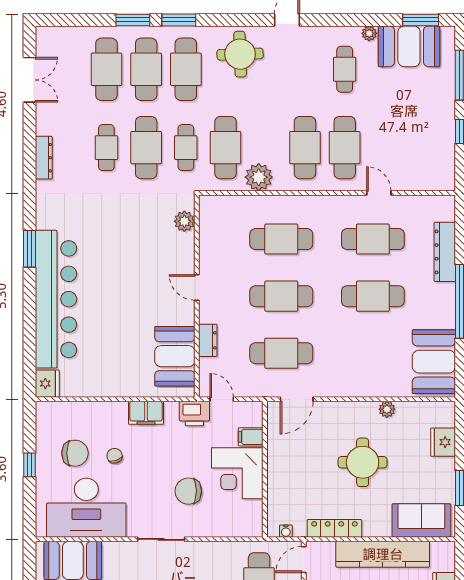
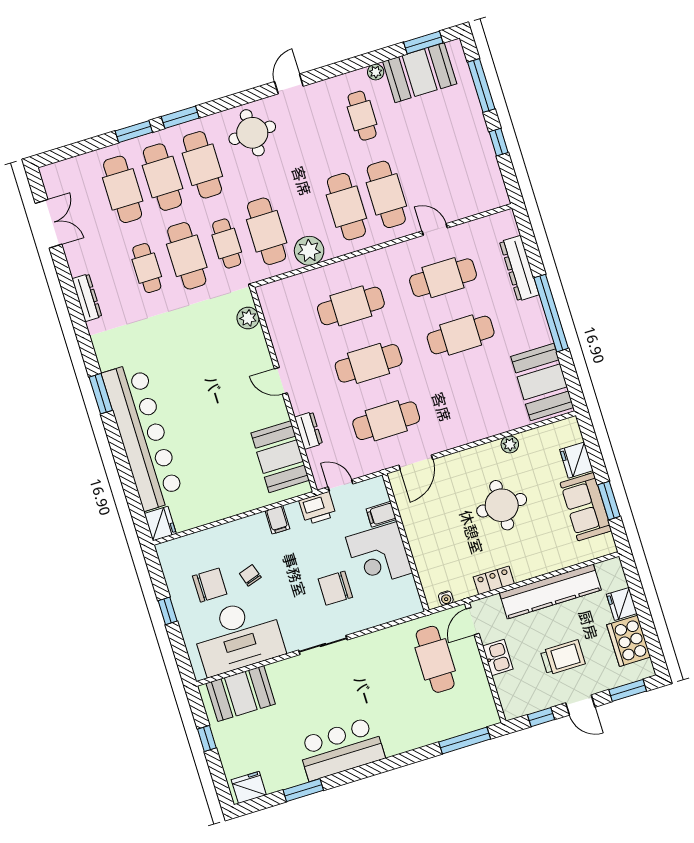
filing cabinet: (146, 413) -> (277, 520), width x0.50
sofa: (421, 520) -> (586, 507), moved, turned -90
locker: (334, 528) -> (494, 580), width x0.66

